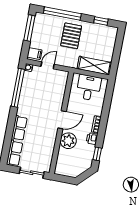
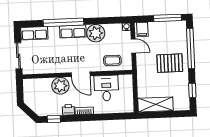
shelving: (94, 66) -> (155, 104), moved, turned 90
window: (18, 88) -> (63, 22), moved
coffee table: (56, 88) -> (112, 60), added
desk: (89, 88) -> (106, 88), moved, turned -90
plant: (28, 97) -> (96, 33), added
row of seats: (19, 128) -> (73, 31), moved

